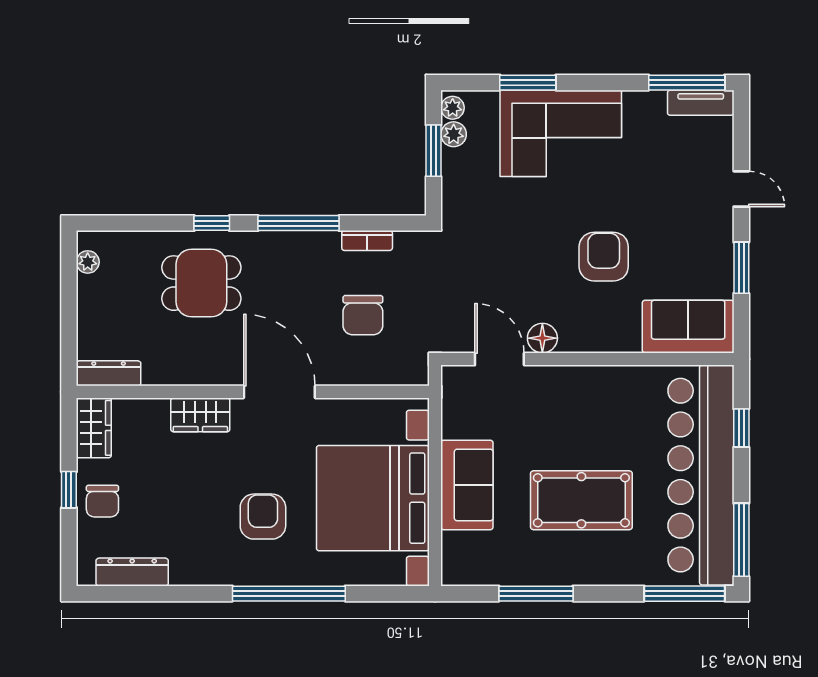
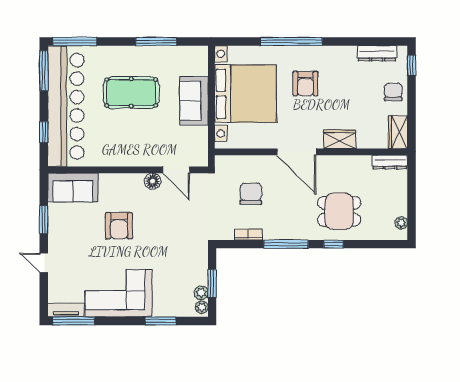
corner sofa: (561, 133) -> (119, 293), moved
window: (69, 490) -> (412, 65), moved

